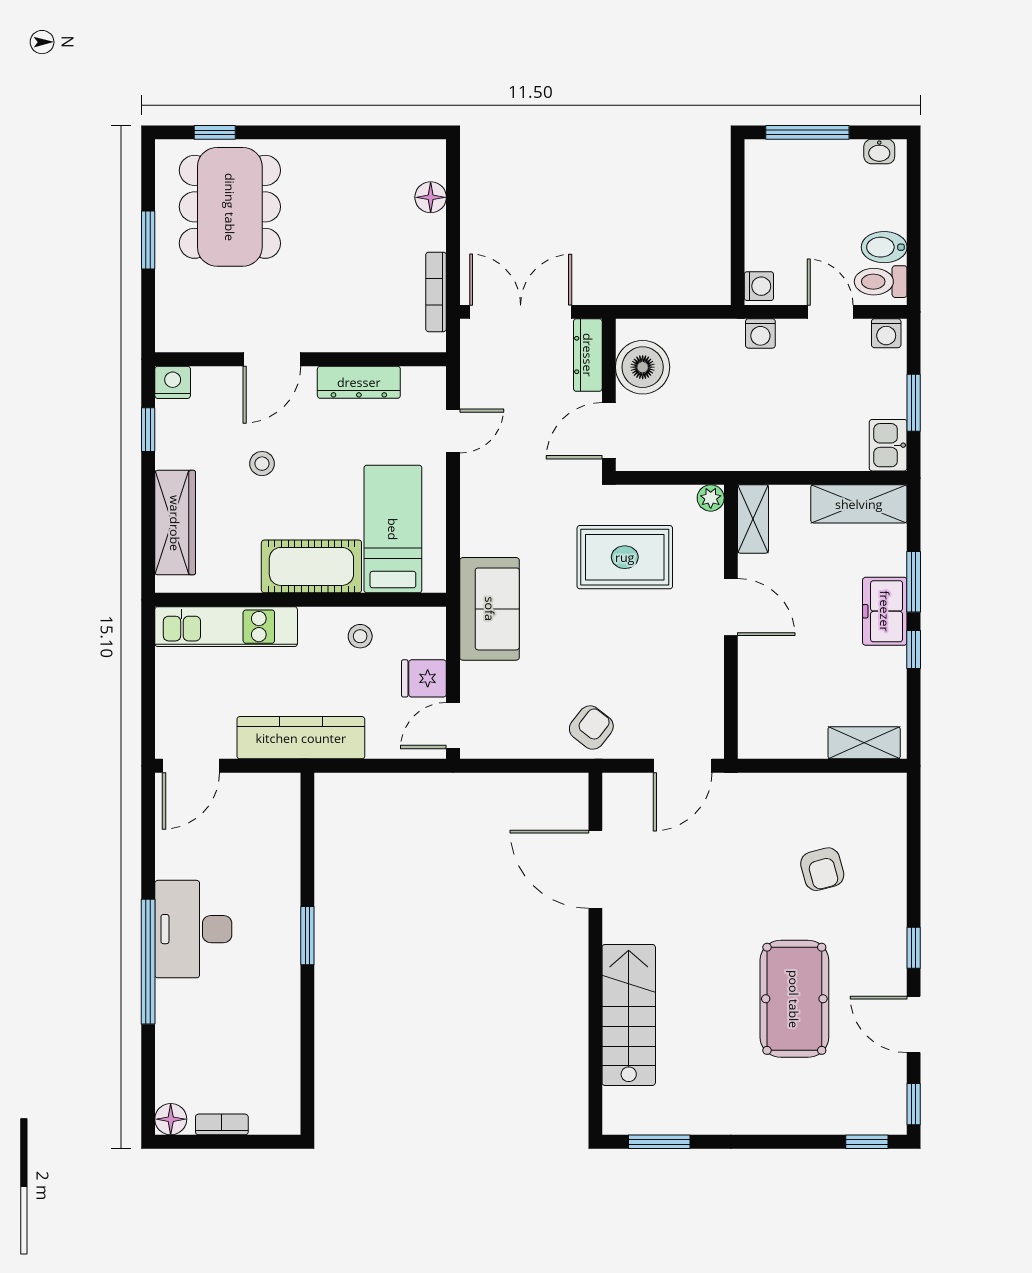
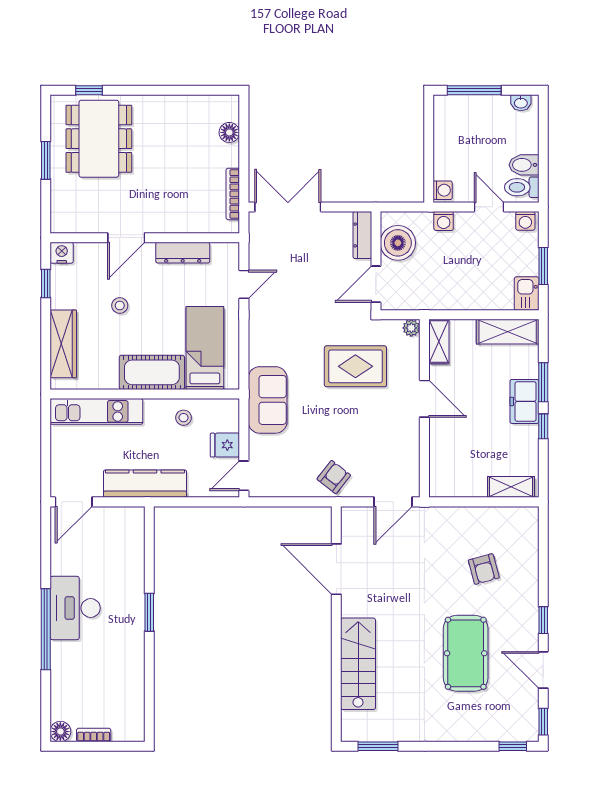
dresser: (588, 355) -> (362, 235), moved
boiler: (643, 367) -> (398, 243), moved
wall: (609, 395) -> (376, 261), moved
door: (609, 431) -> (376, 284), moved

